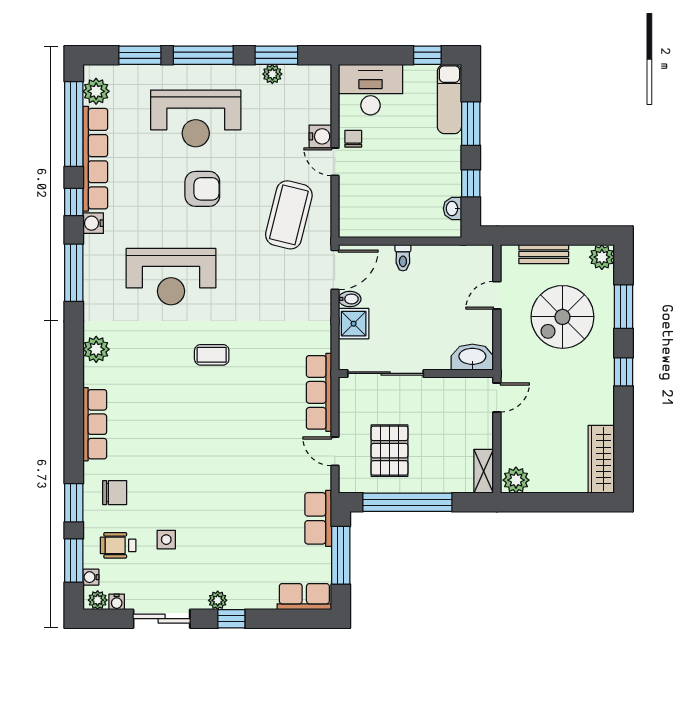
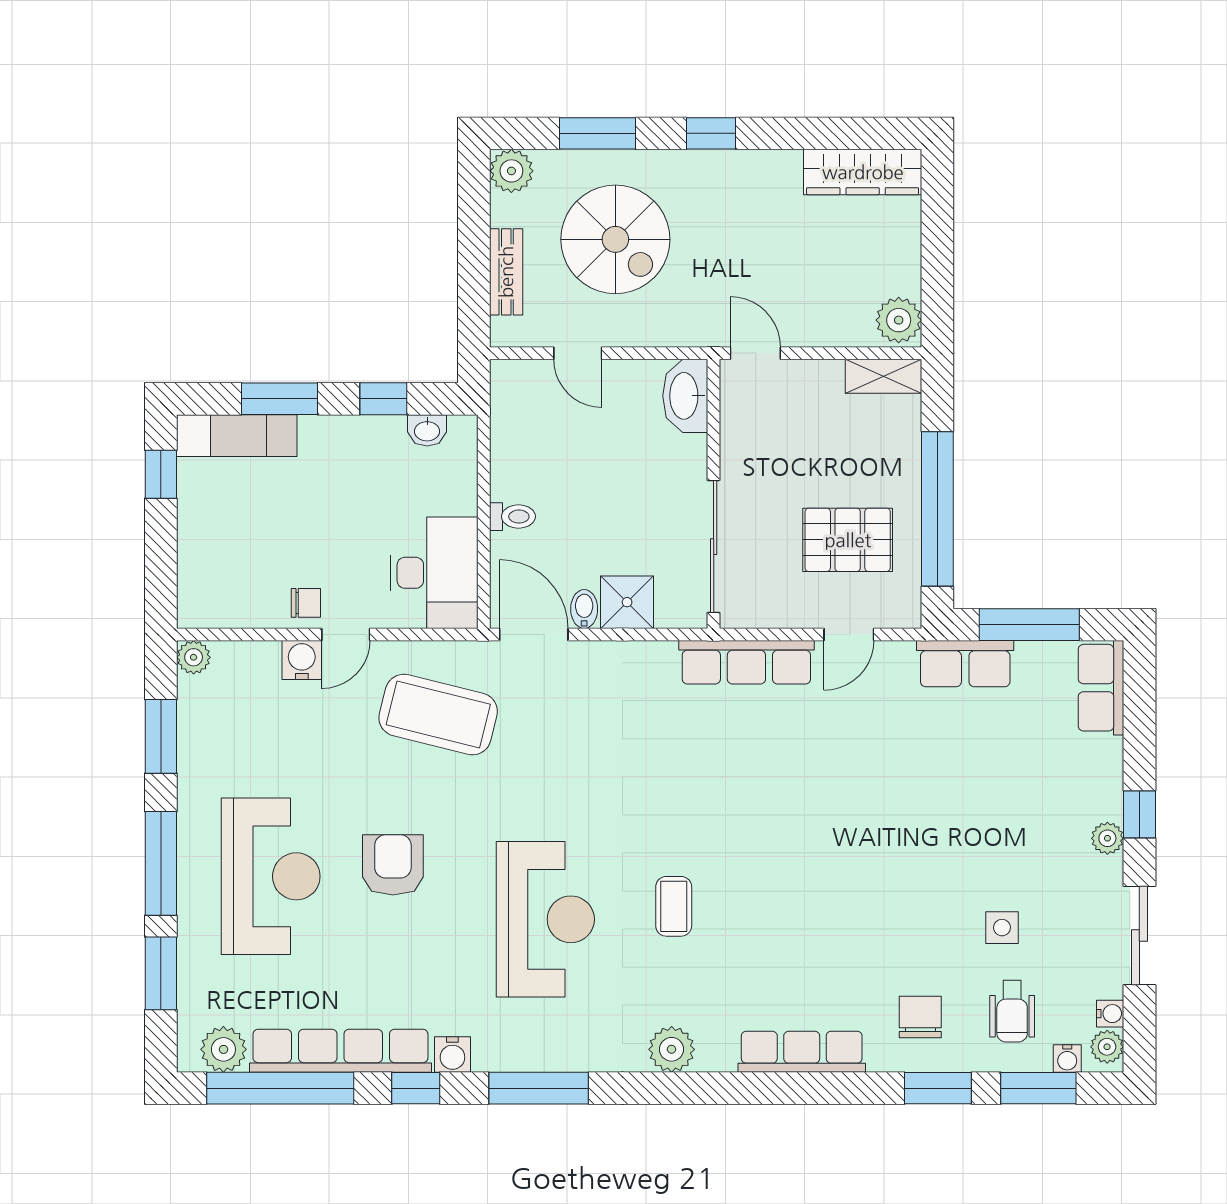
plant: (272, 74) -> (194, 657), moved
desk: (371, 90) -> (434, 573), moved, turned 180
chair: (353, 139) -> (306, 603), turned 180
coffee table: (212, 355) -> (674, 906), moved

